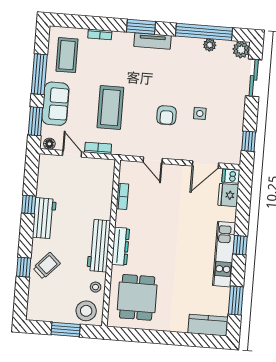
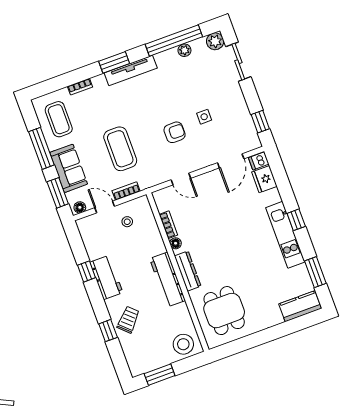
tv unit: (152, 41) -> (131, 71), width x1.41
armchair: (166, 115) -> (175, 132), turned -90
floor lamp: (121, 216) -> (176, 243), added
stool: (96, 287) -> (127, 222), moved
window: (66, 330) -> (160, 375), moved

